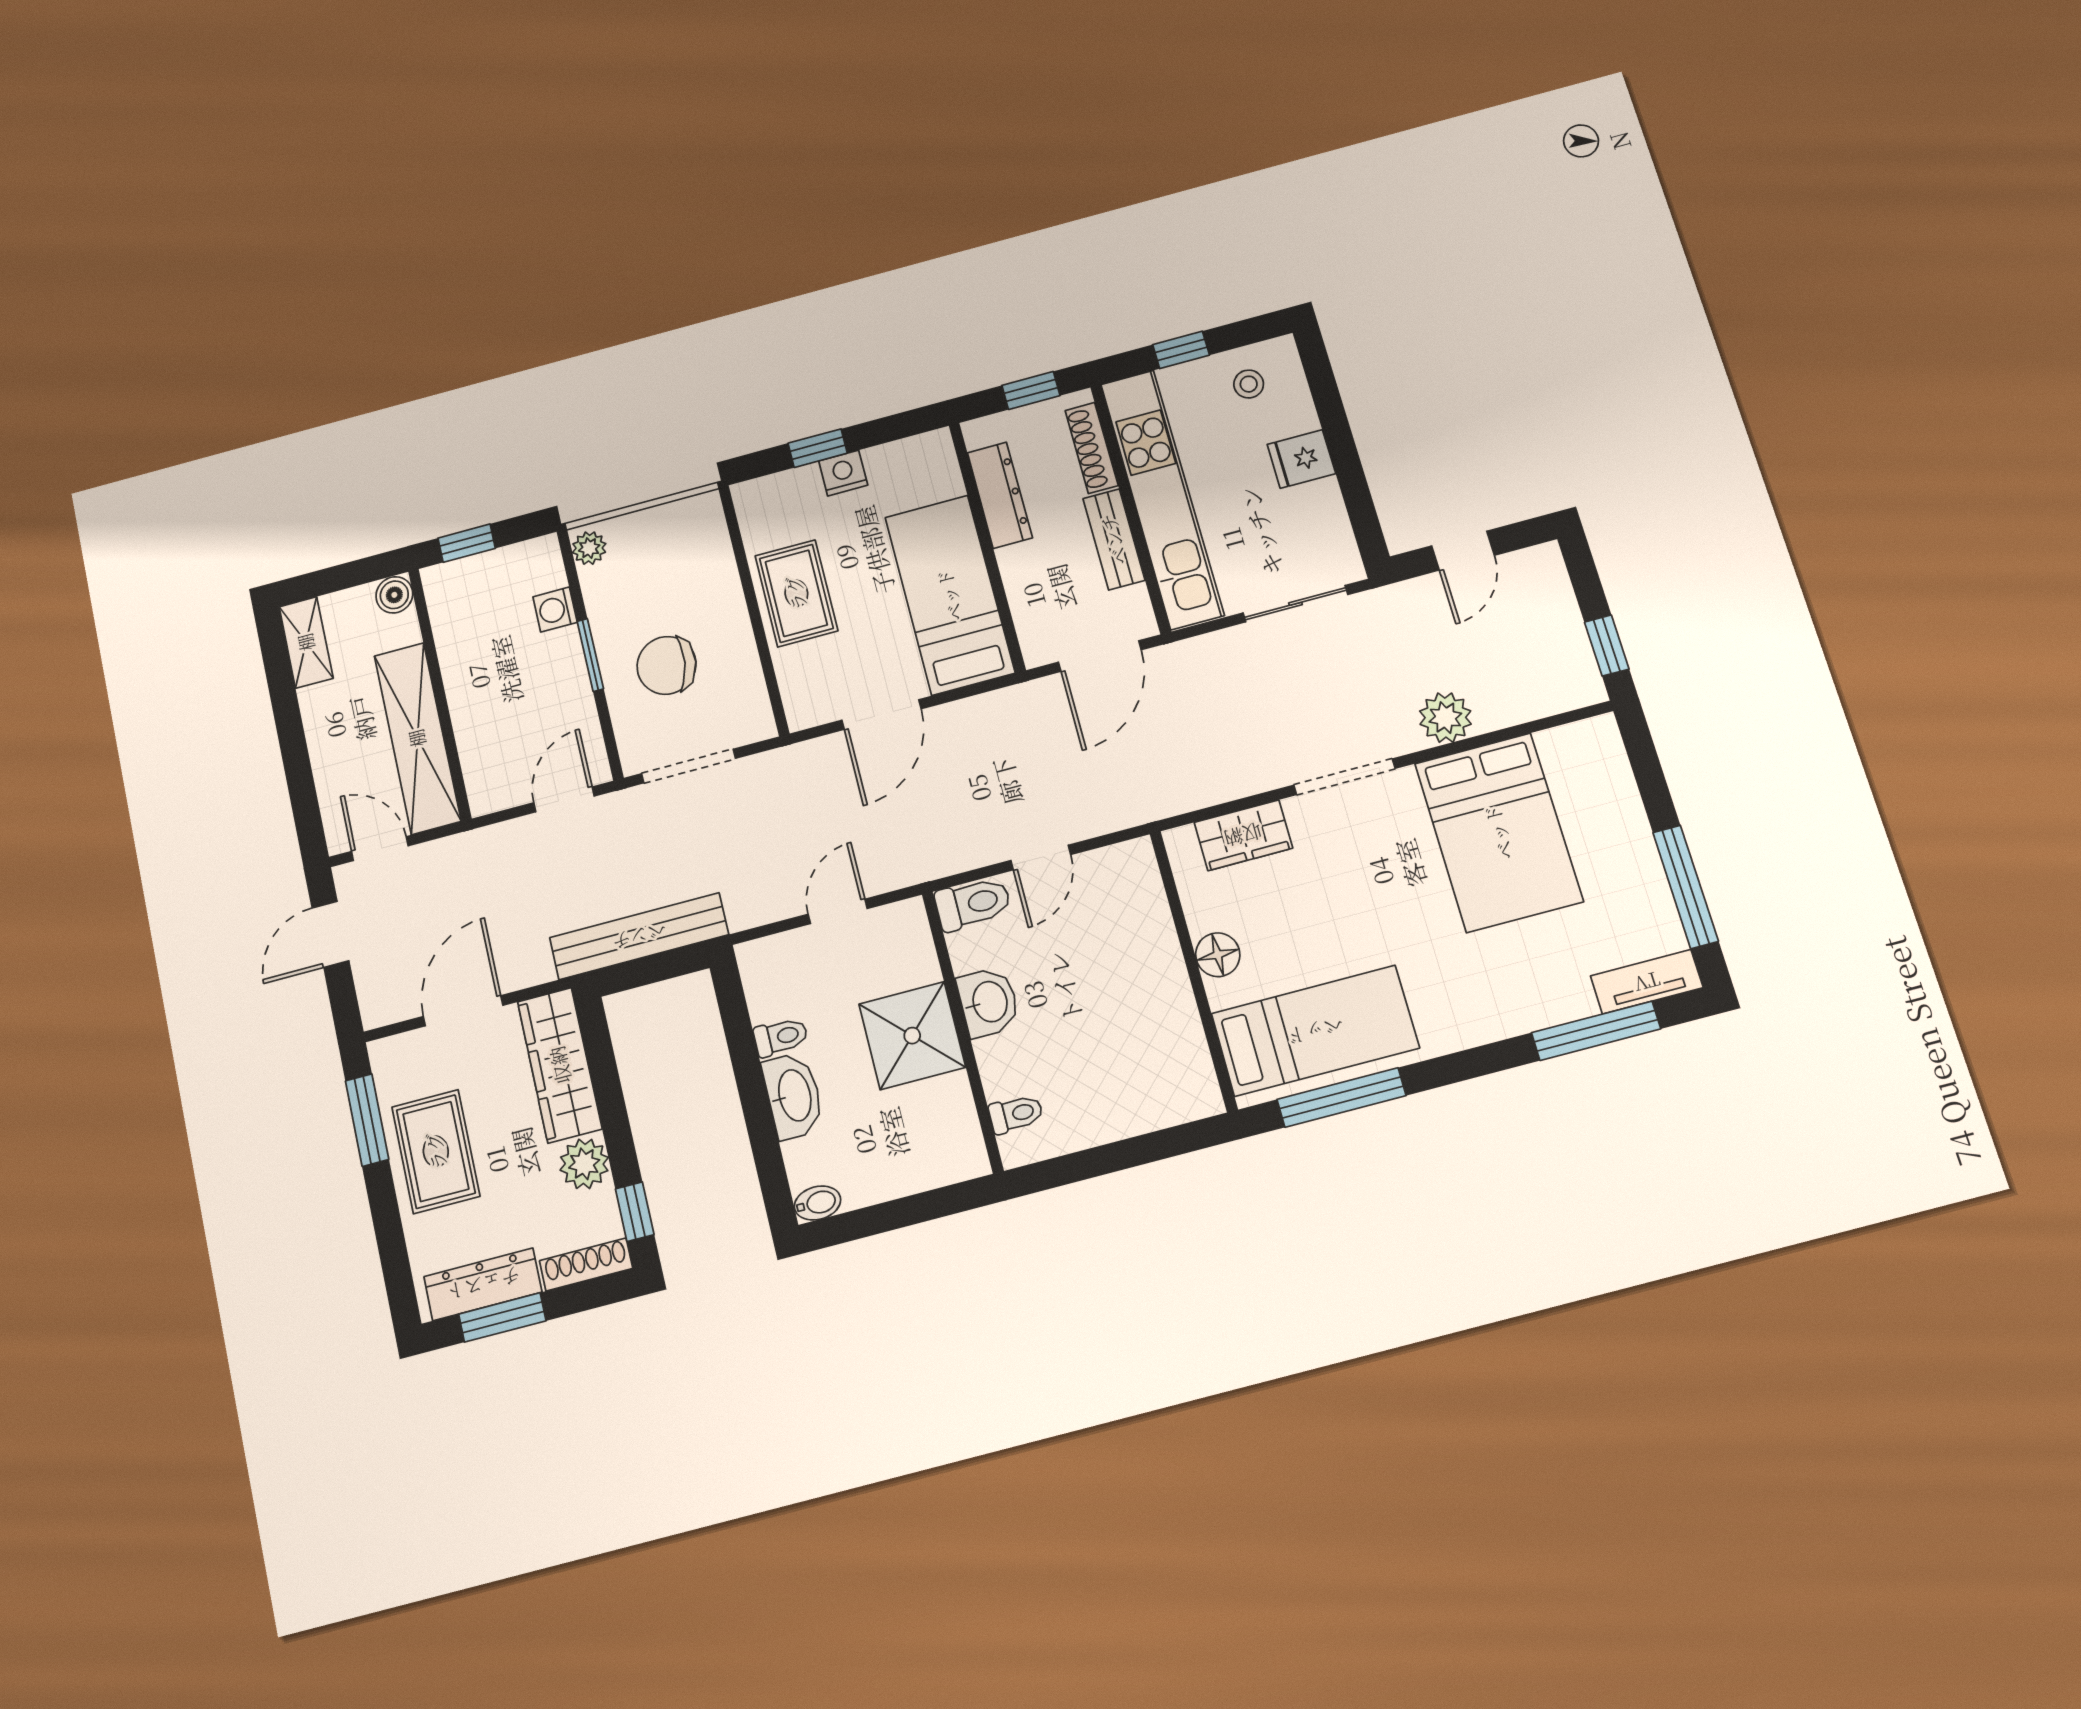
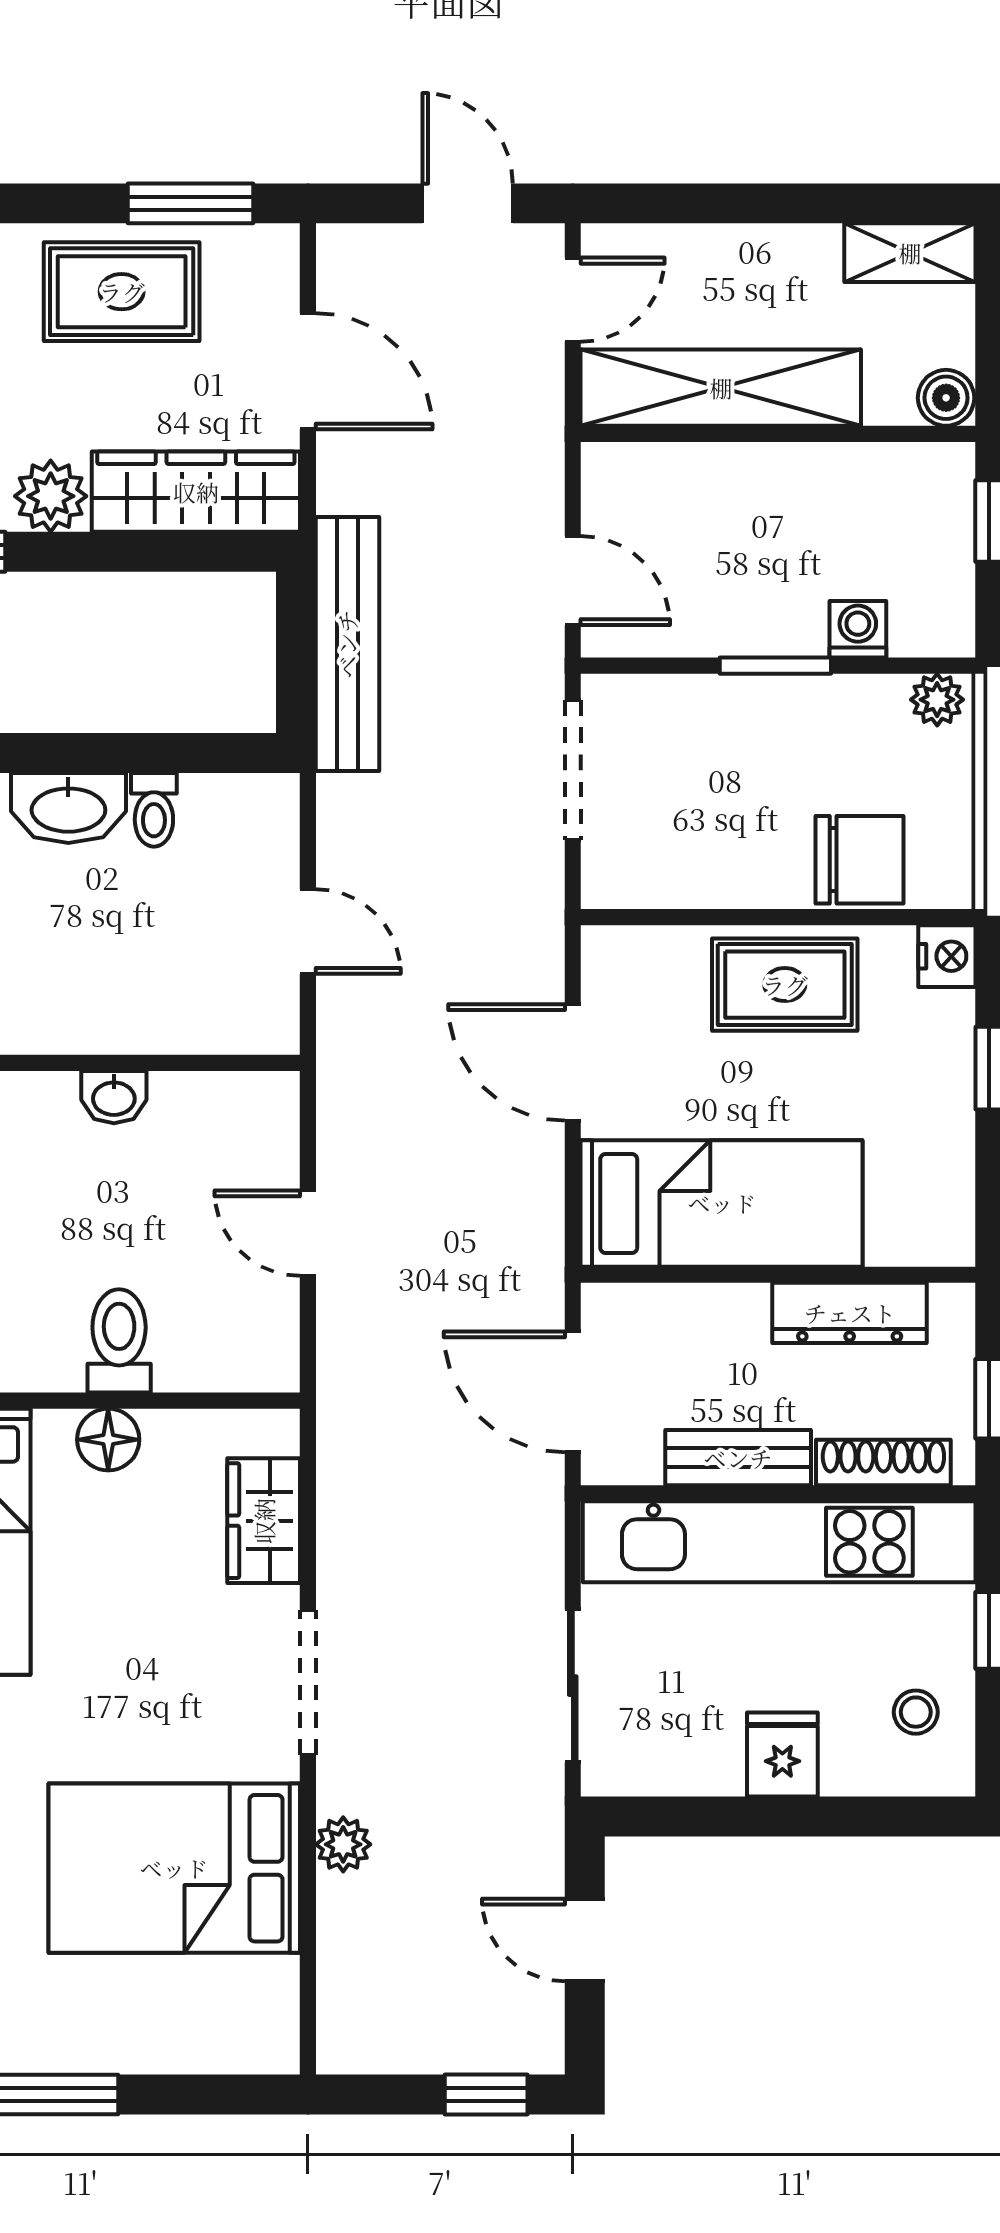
nightstand: (843, 473) -> (947, 956), moved
window: (1607, 646) -> (486, 2095), moved
chair: (666, 665) -> (859, 860), moved, turned 82
plant: (1445, 718) -> (343, 1844), width x0.73, depth x0.73
toilet: (973, 904) -> (119, 1341), moved, turned 180
washbasin: (989, 1002) -> (114, 1097), width x0.72, depth x0.69
shower: (912, 1036) -> (108, 992), removed

